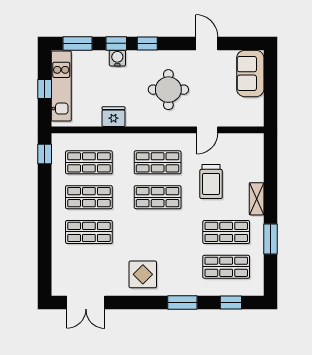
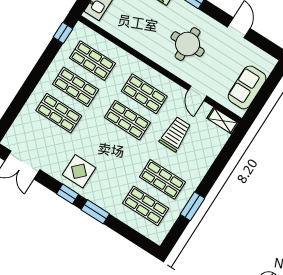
sofa: (250, 73) -> (247, 87), moved
fridge: (113, 117) -> (133, 38), removed
door: (207, 130) -> (197, 93), hinge flipped
trolley: (211, 182) -> (175, 134), turned 180
shelving: (257, 199) -> (223, 121), moved, turned 90
window: (231, 303) -> (68, 194), moved

